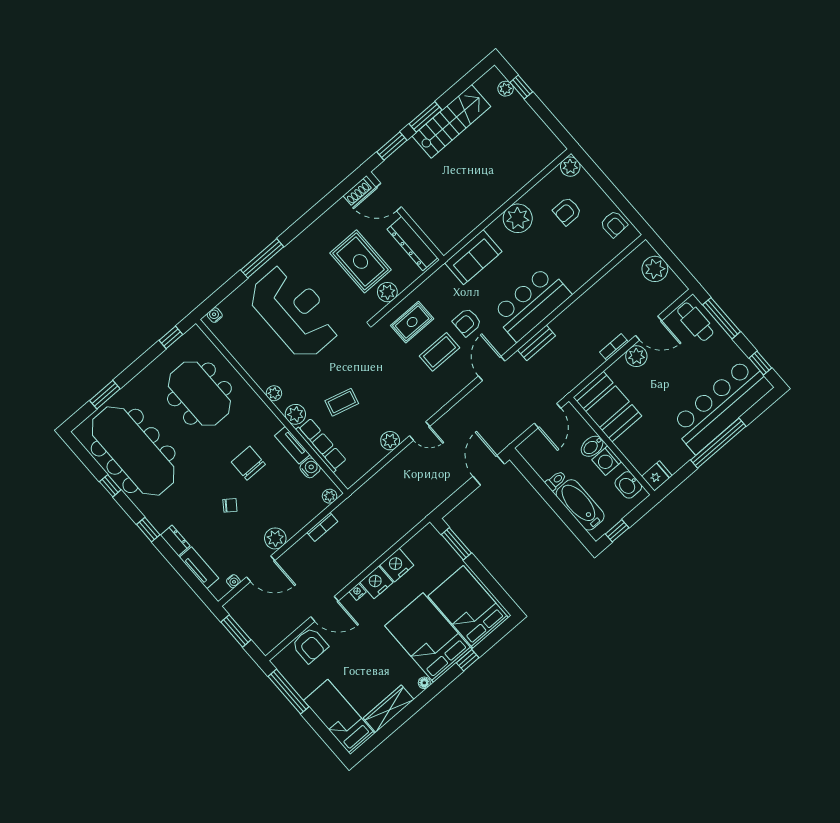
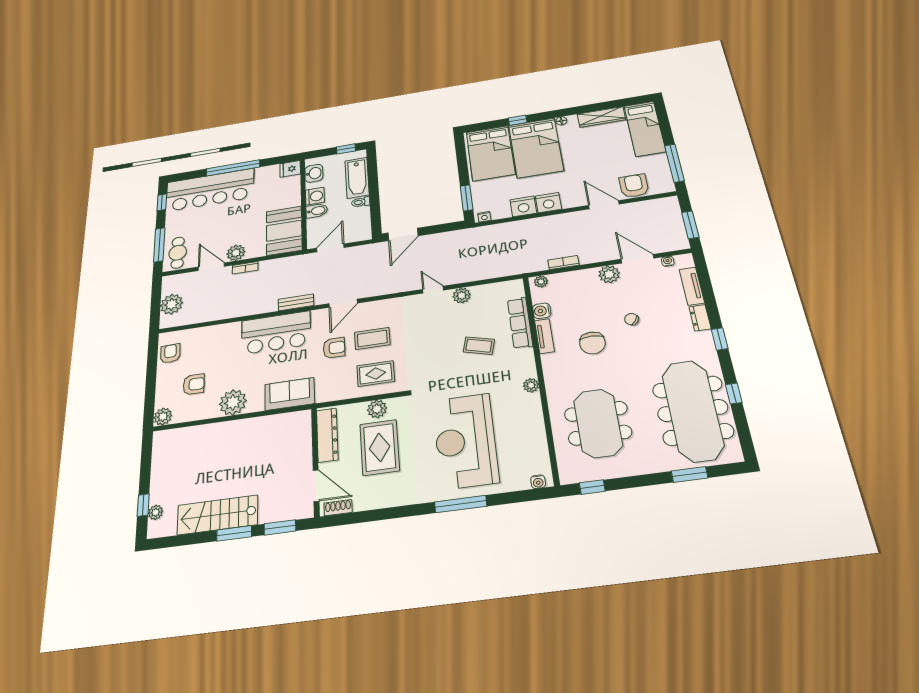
plant: (295, 414) -> (524, 358), removed
nightstand: (358, 592) -> (484, 217), moved

